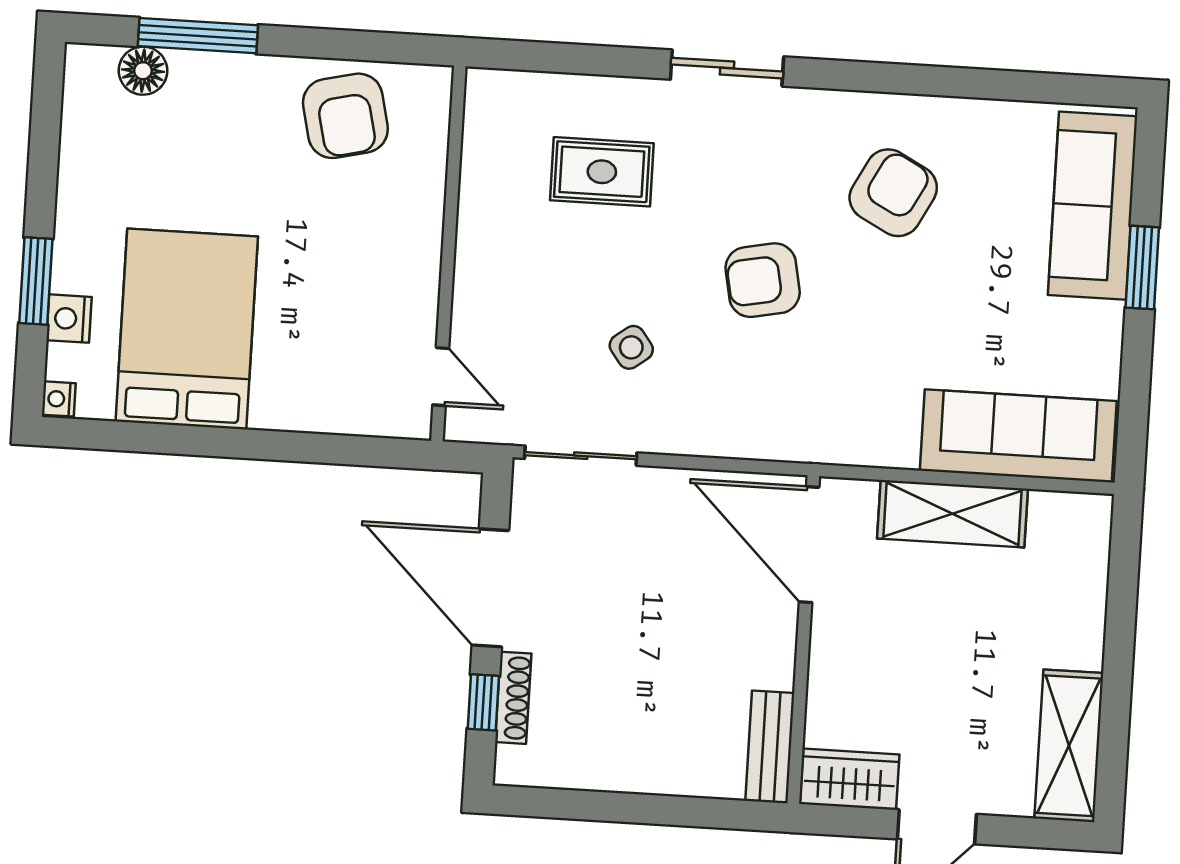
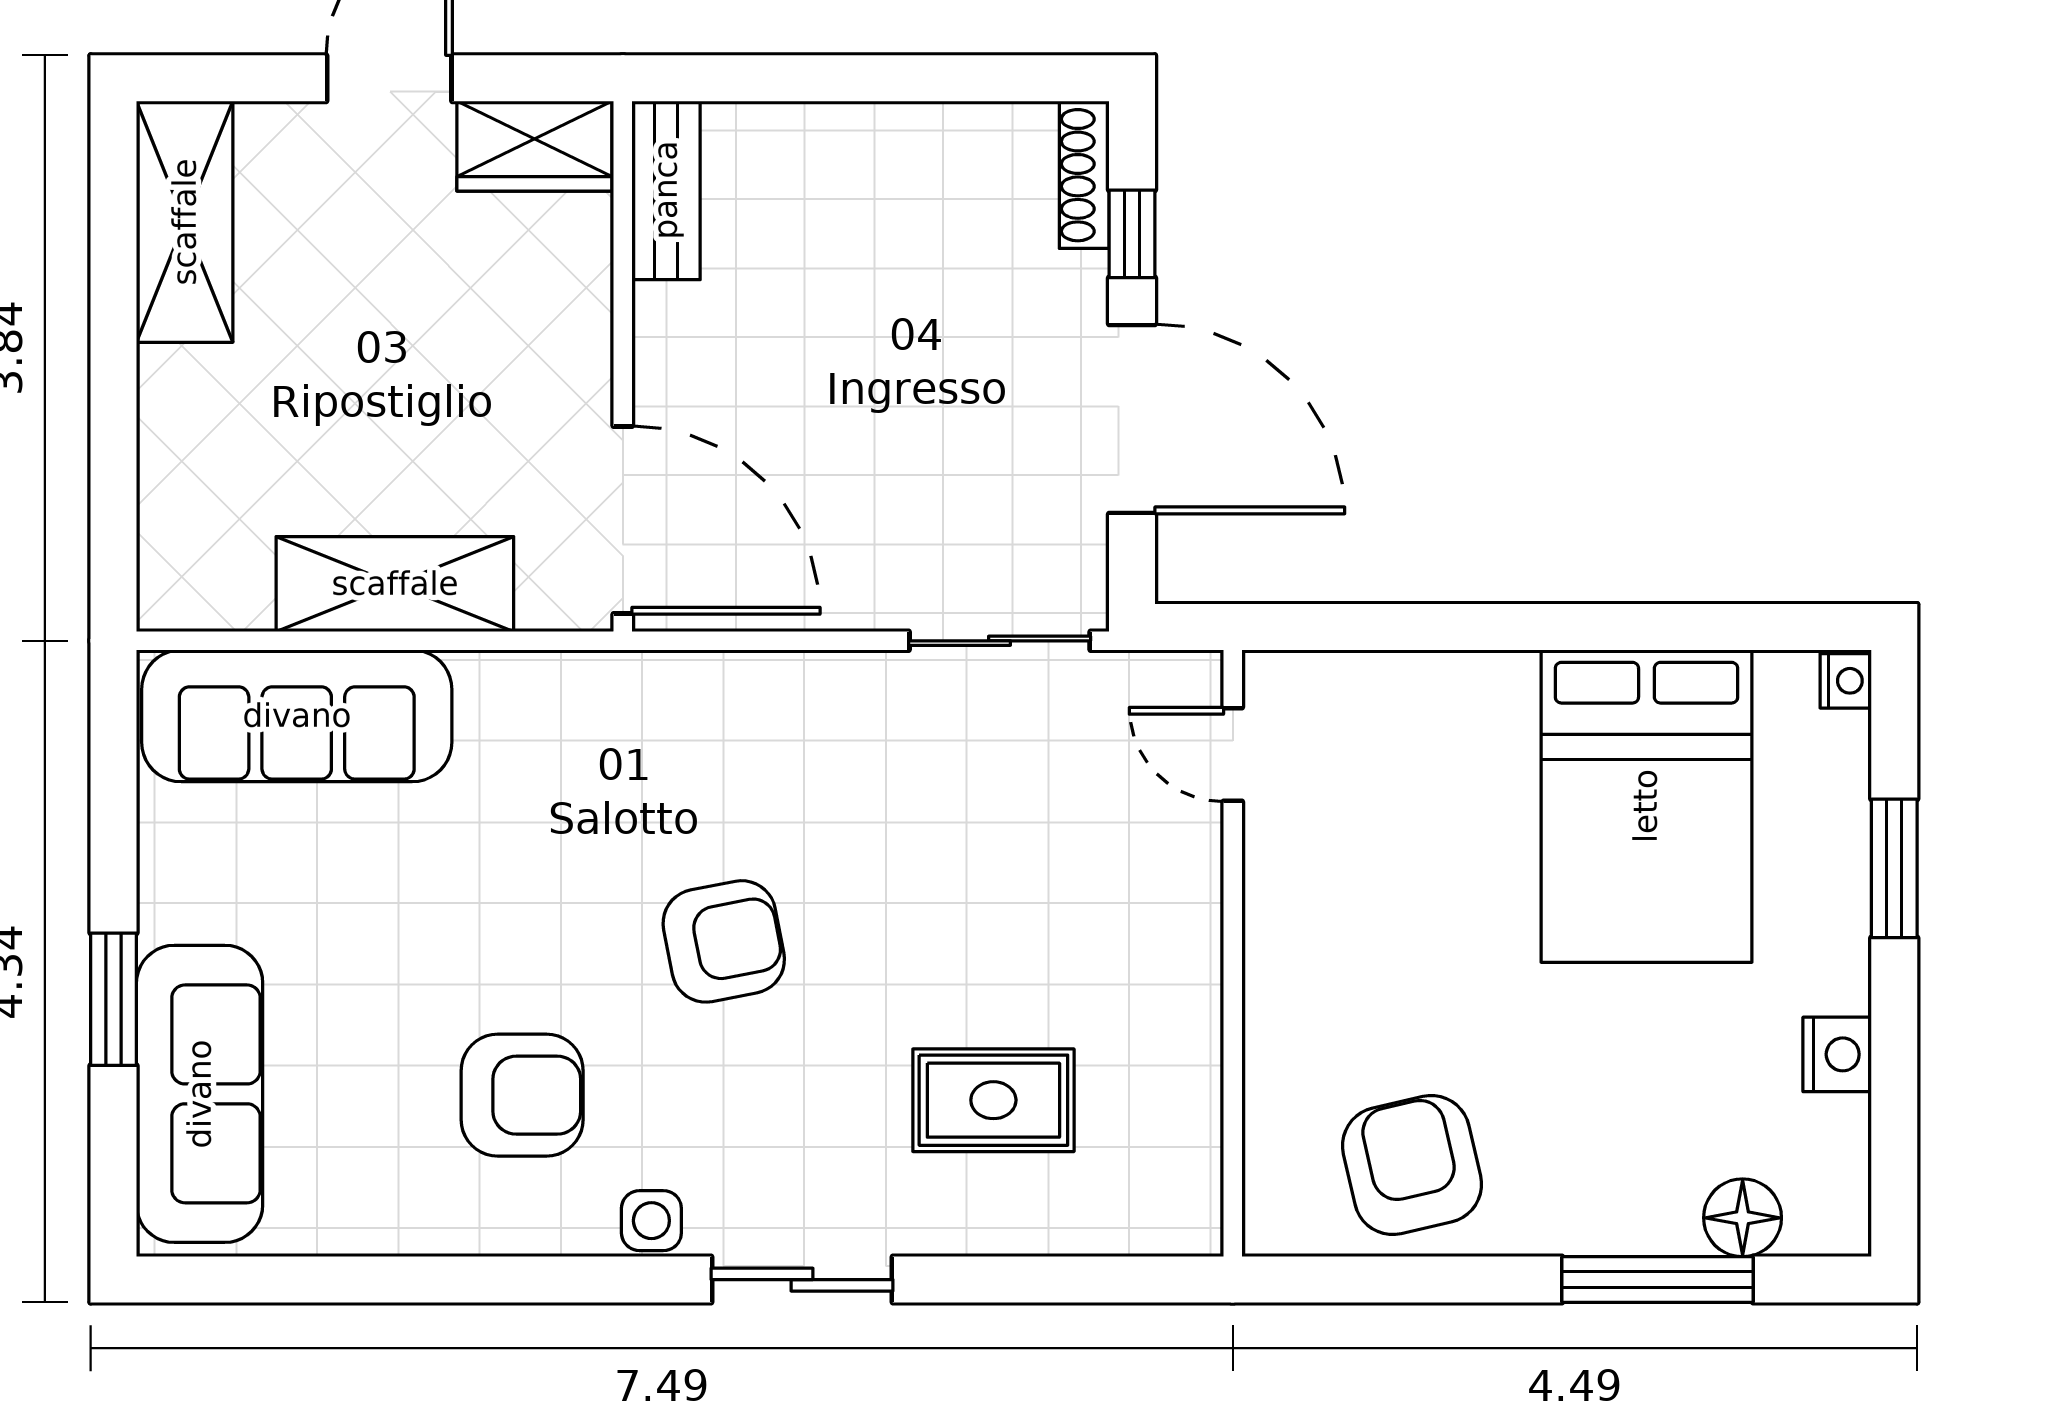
armchair: (893, 193) -> (522, 1095), turned -118
nightstand: (69, 319) -> (1837, 1054), moved
side table: (631, 347) -> (651, 1221), moved, turned 37
shoe rack: (513, 698) -> (1084, 175), moved

